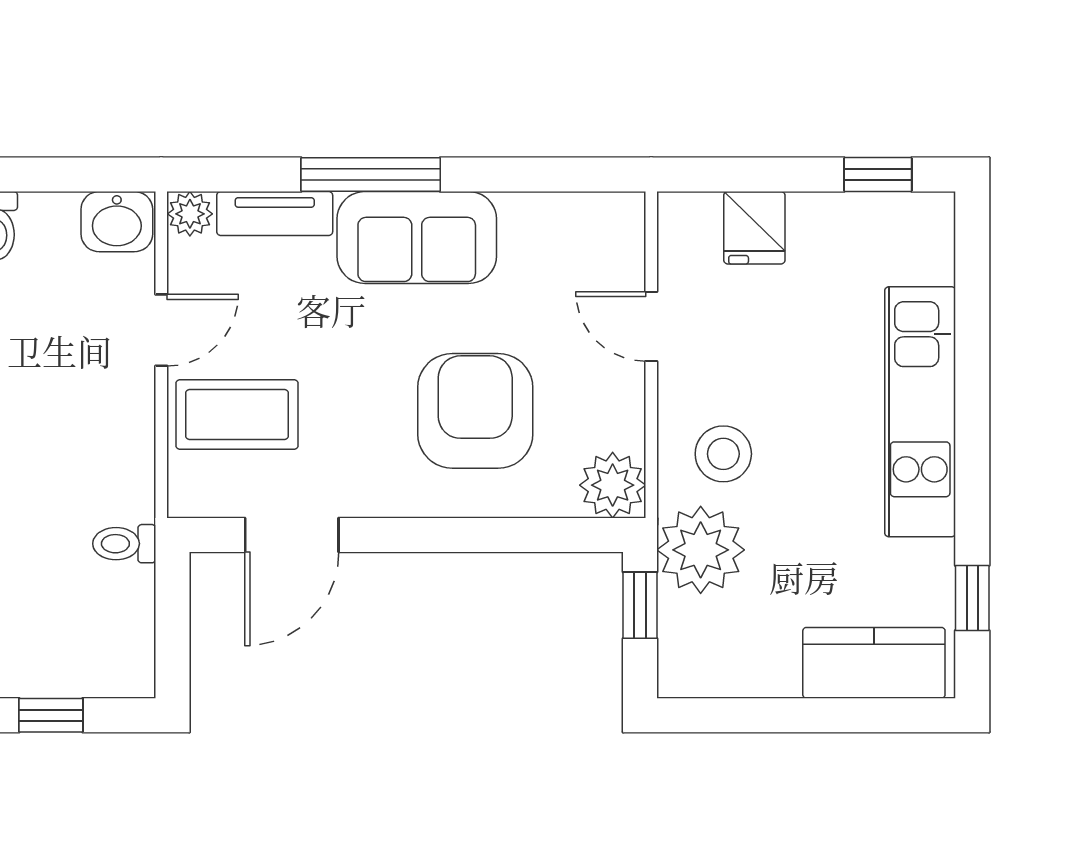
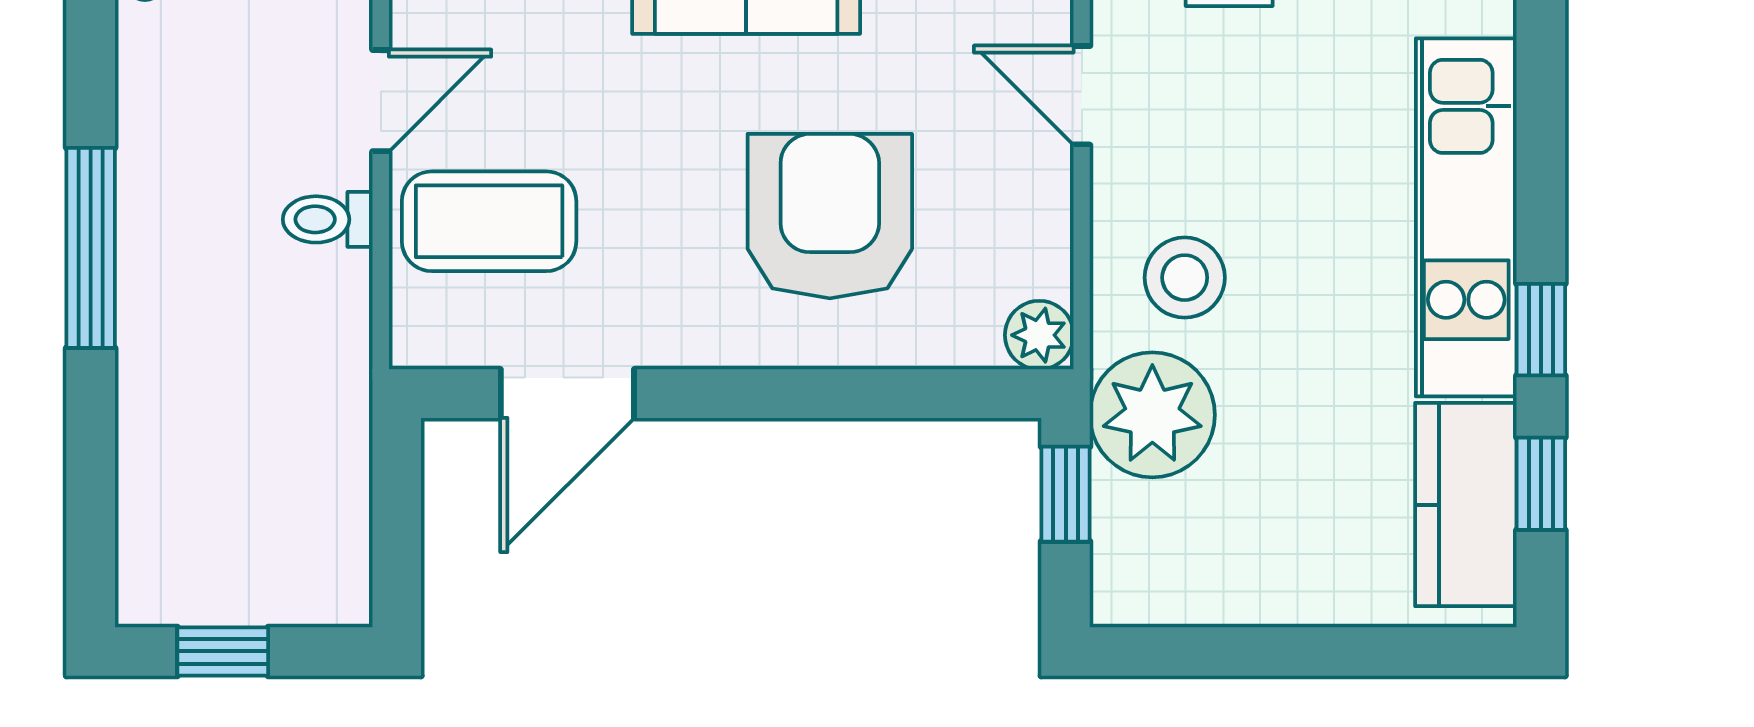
plant: (613, 485) -> (1039, 335), width x0.73, depth x0.73
window: (972, 490) -> (1541, 330), added
toilet: (124, 544) -> (328, 219), moved
kitchen counter: (874, 663) -> (1466, 505), moved, turned -90

